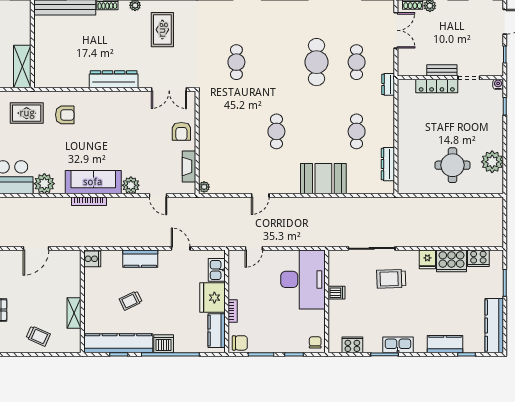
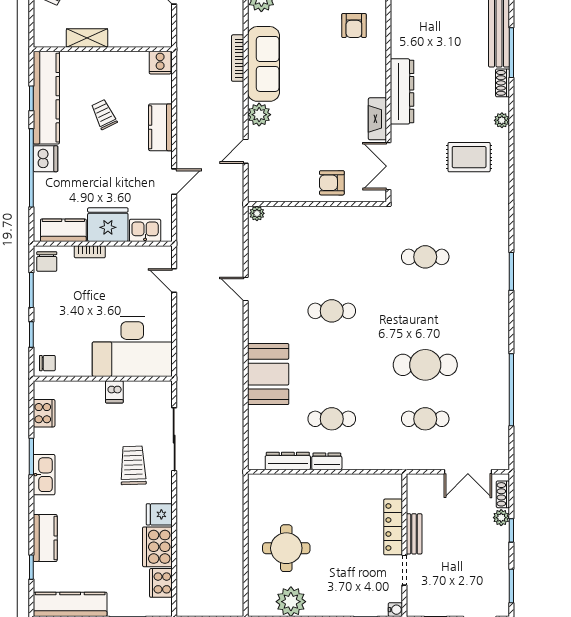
dresser: (388, 84) -> (327, 461), moved
fireplace: (189, 166) -> (377, 119), moved, turned -90

